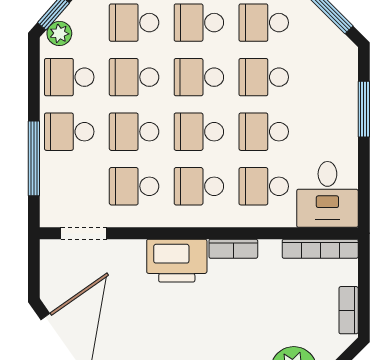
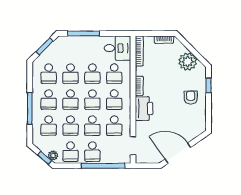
window: (364, 109) -> (83, 33), width x1.44
window: (34, 158) -> (103, 166), width x1.46

